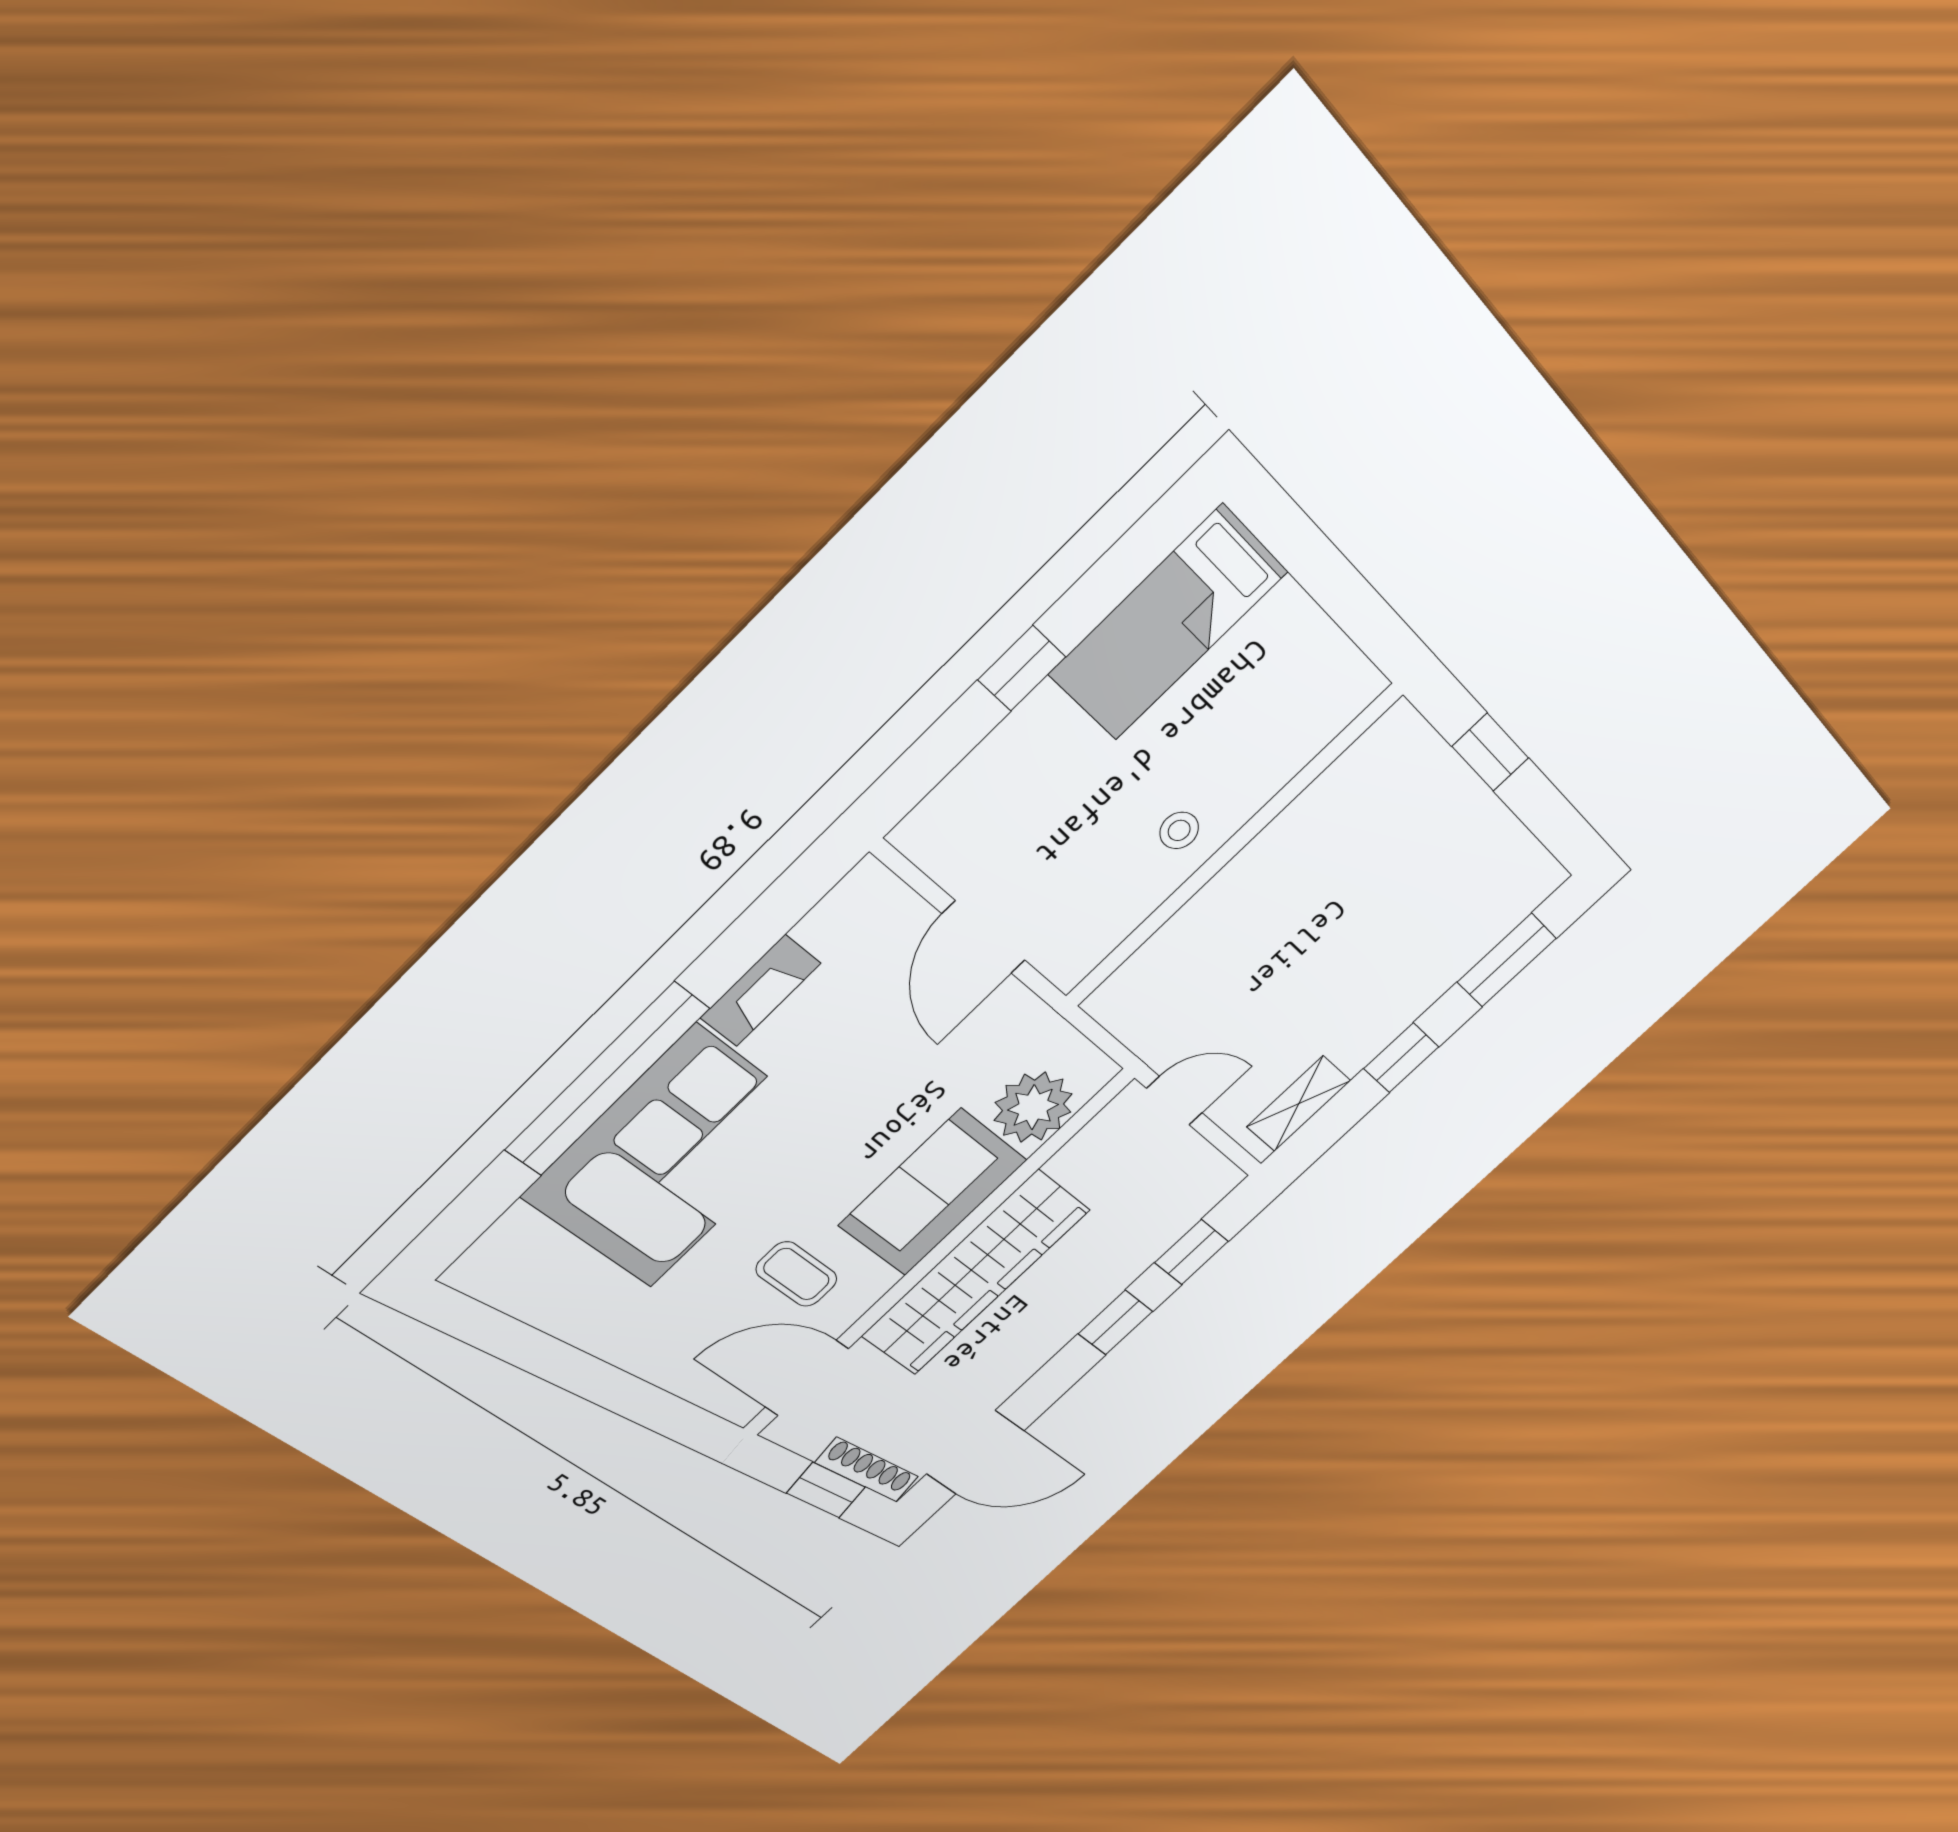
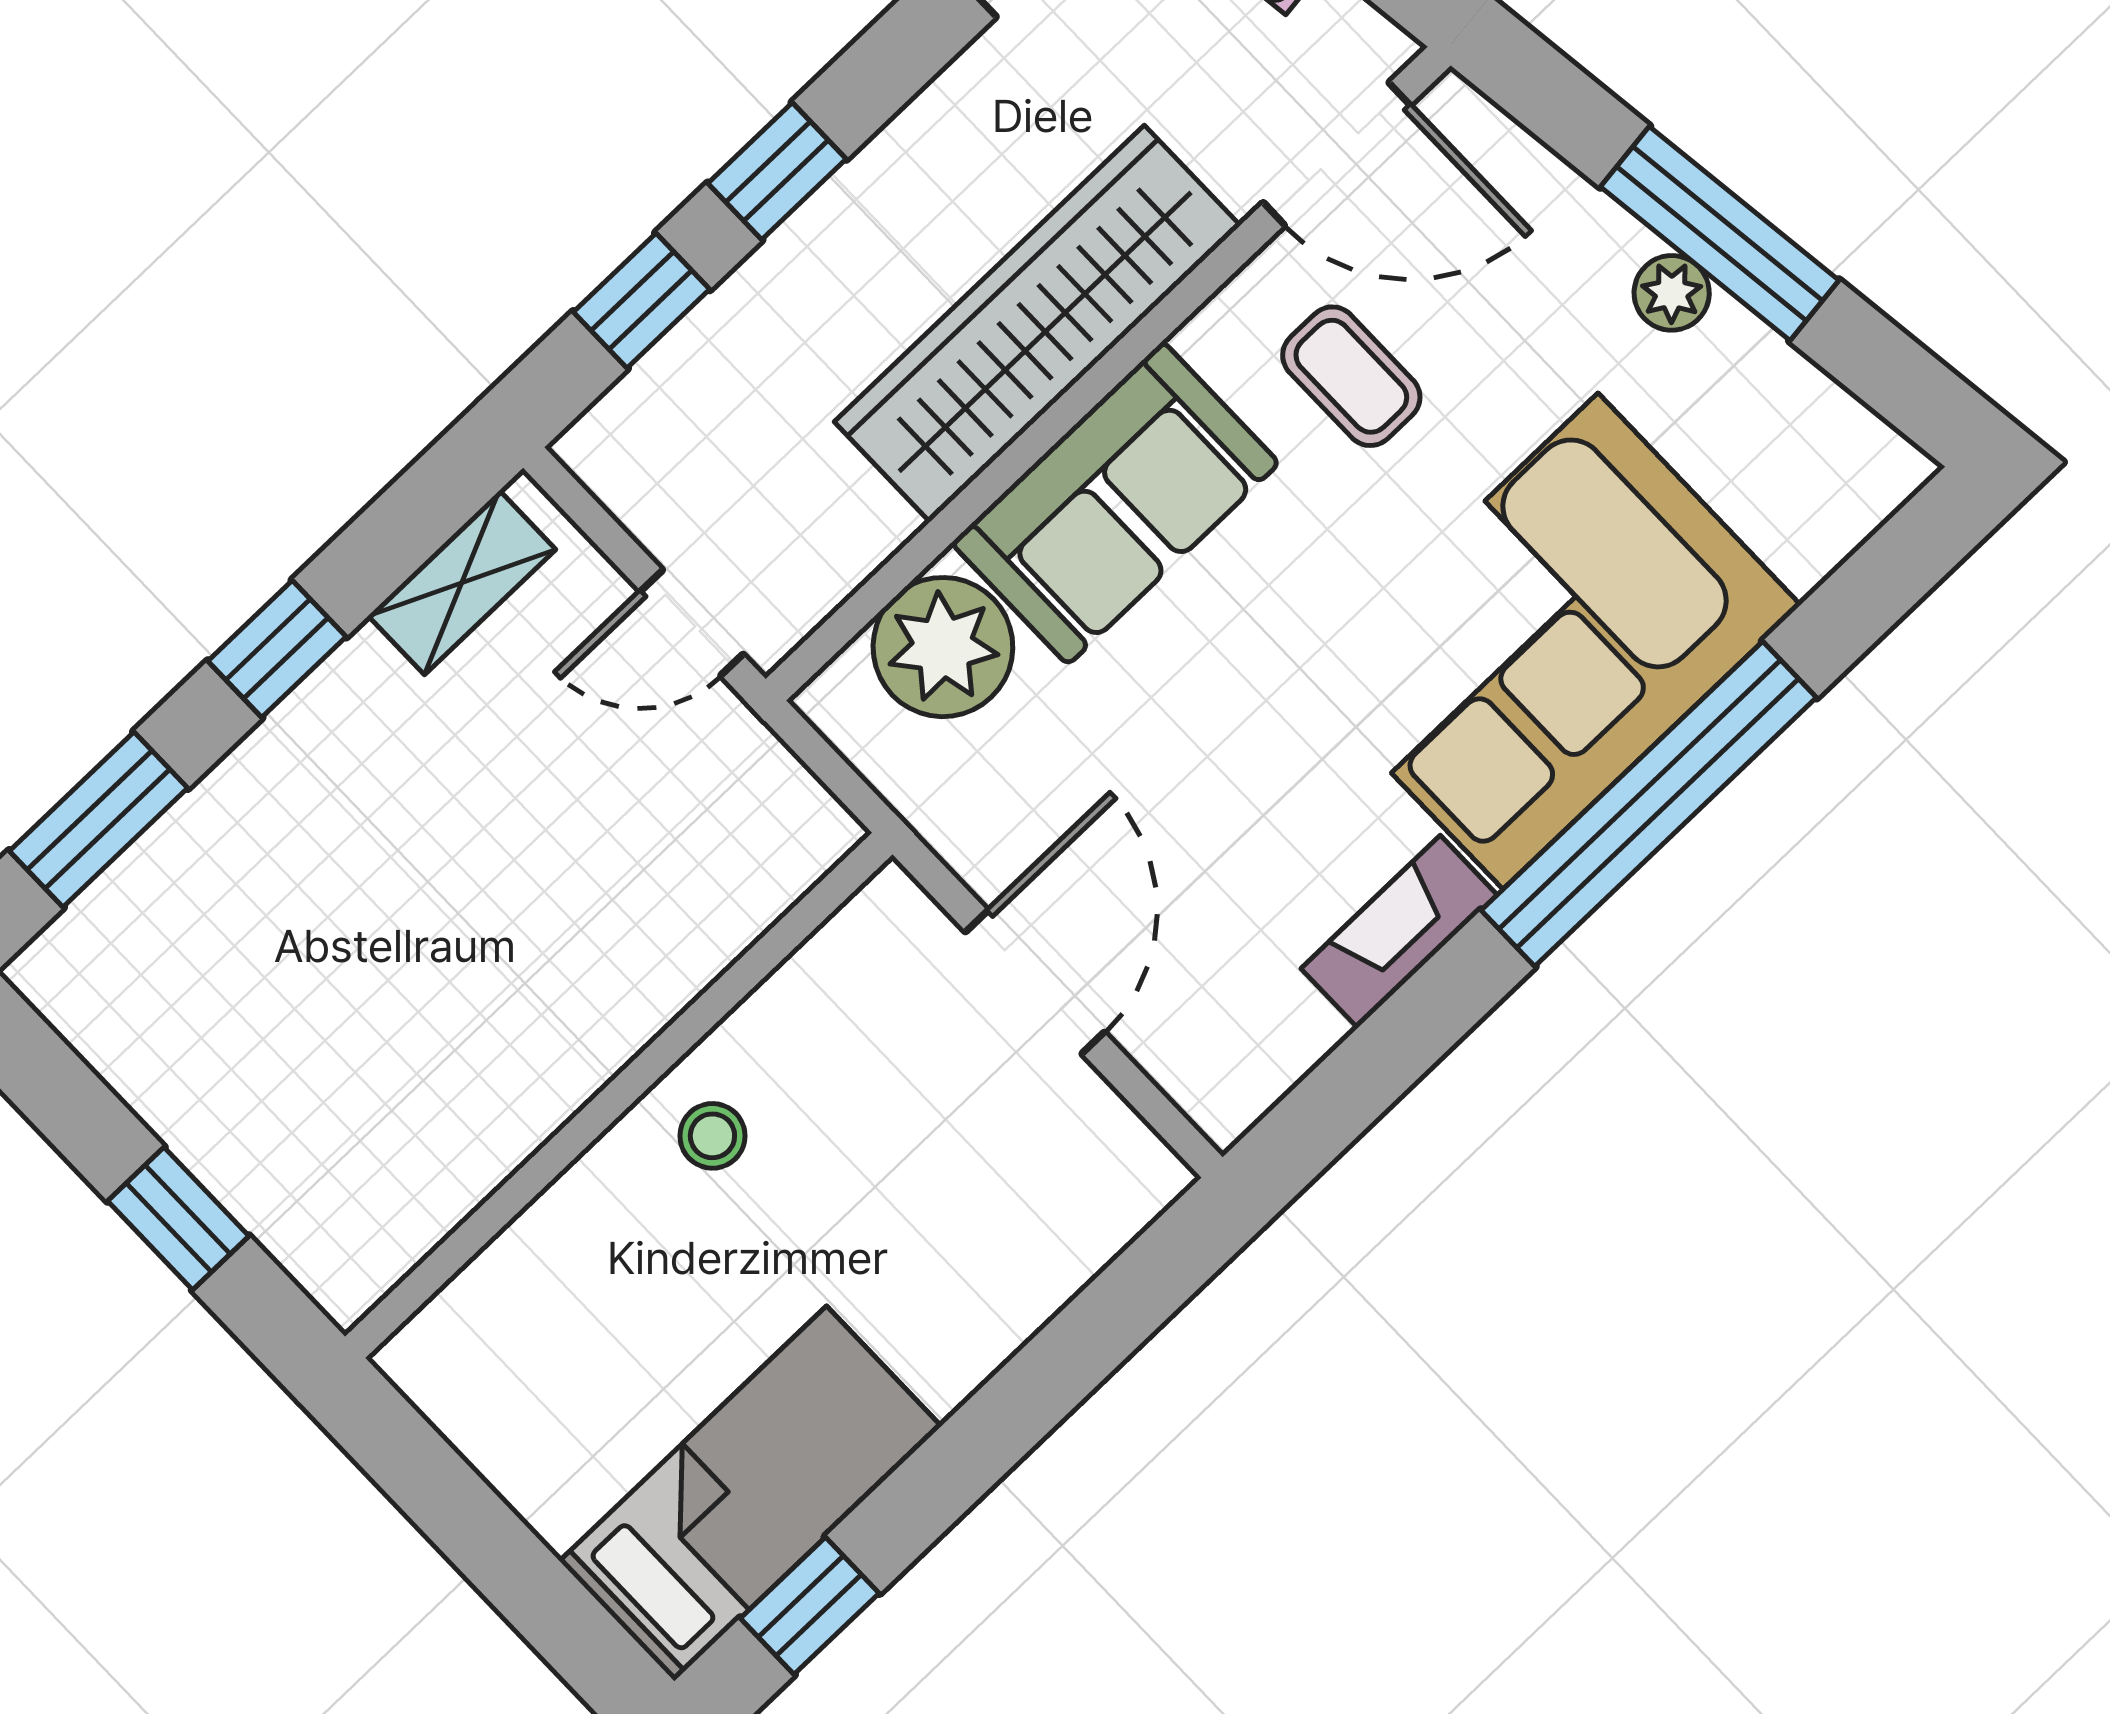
window: (1022, 668) -> (810, 1606), moved
plant: (609, 1342) -> (1672, 293), added
window: (583, 1375) -> (1720, 233), added

